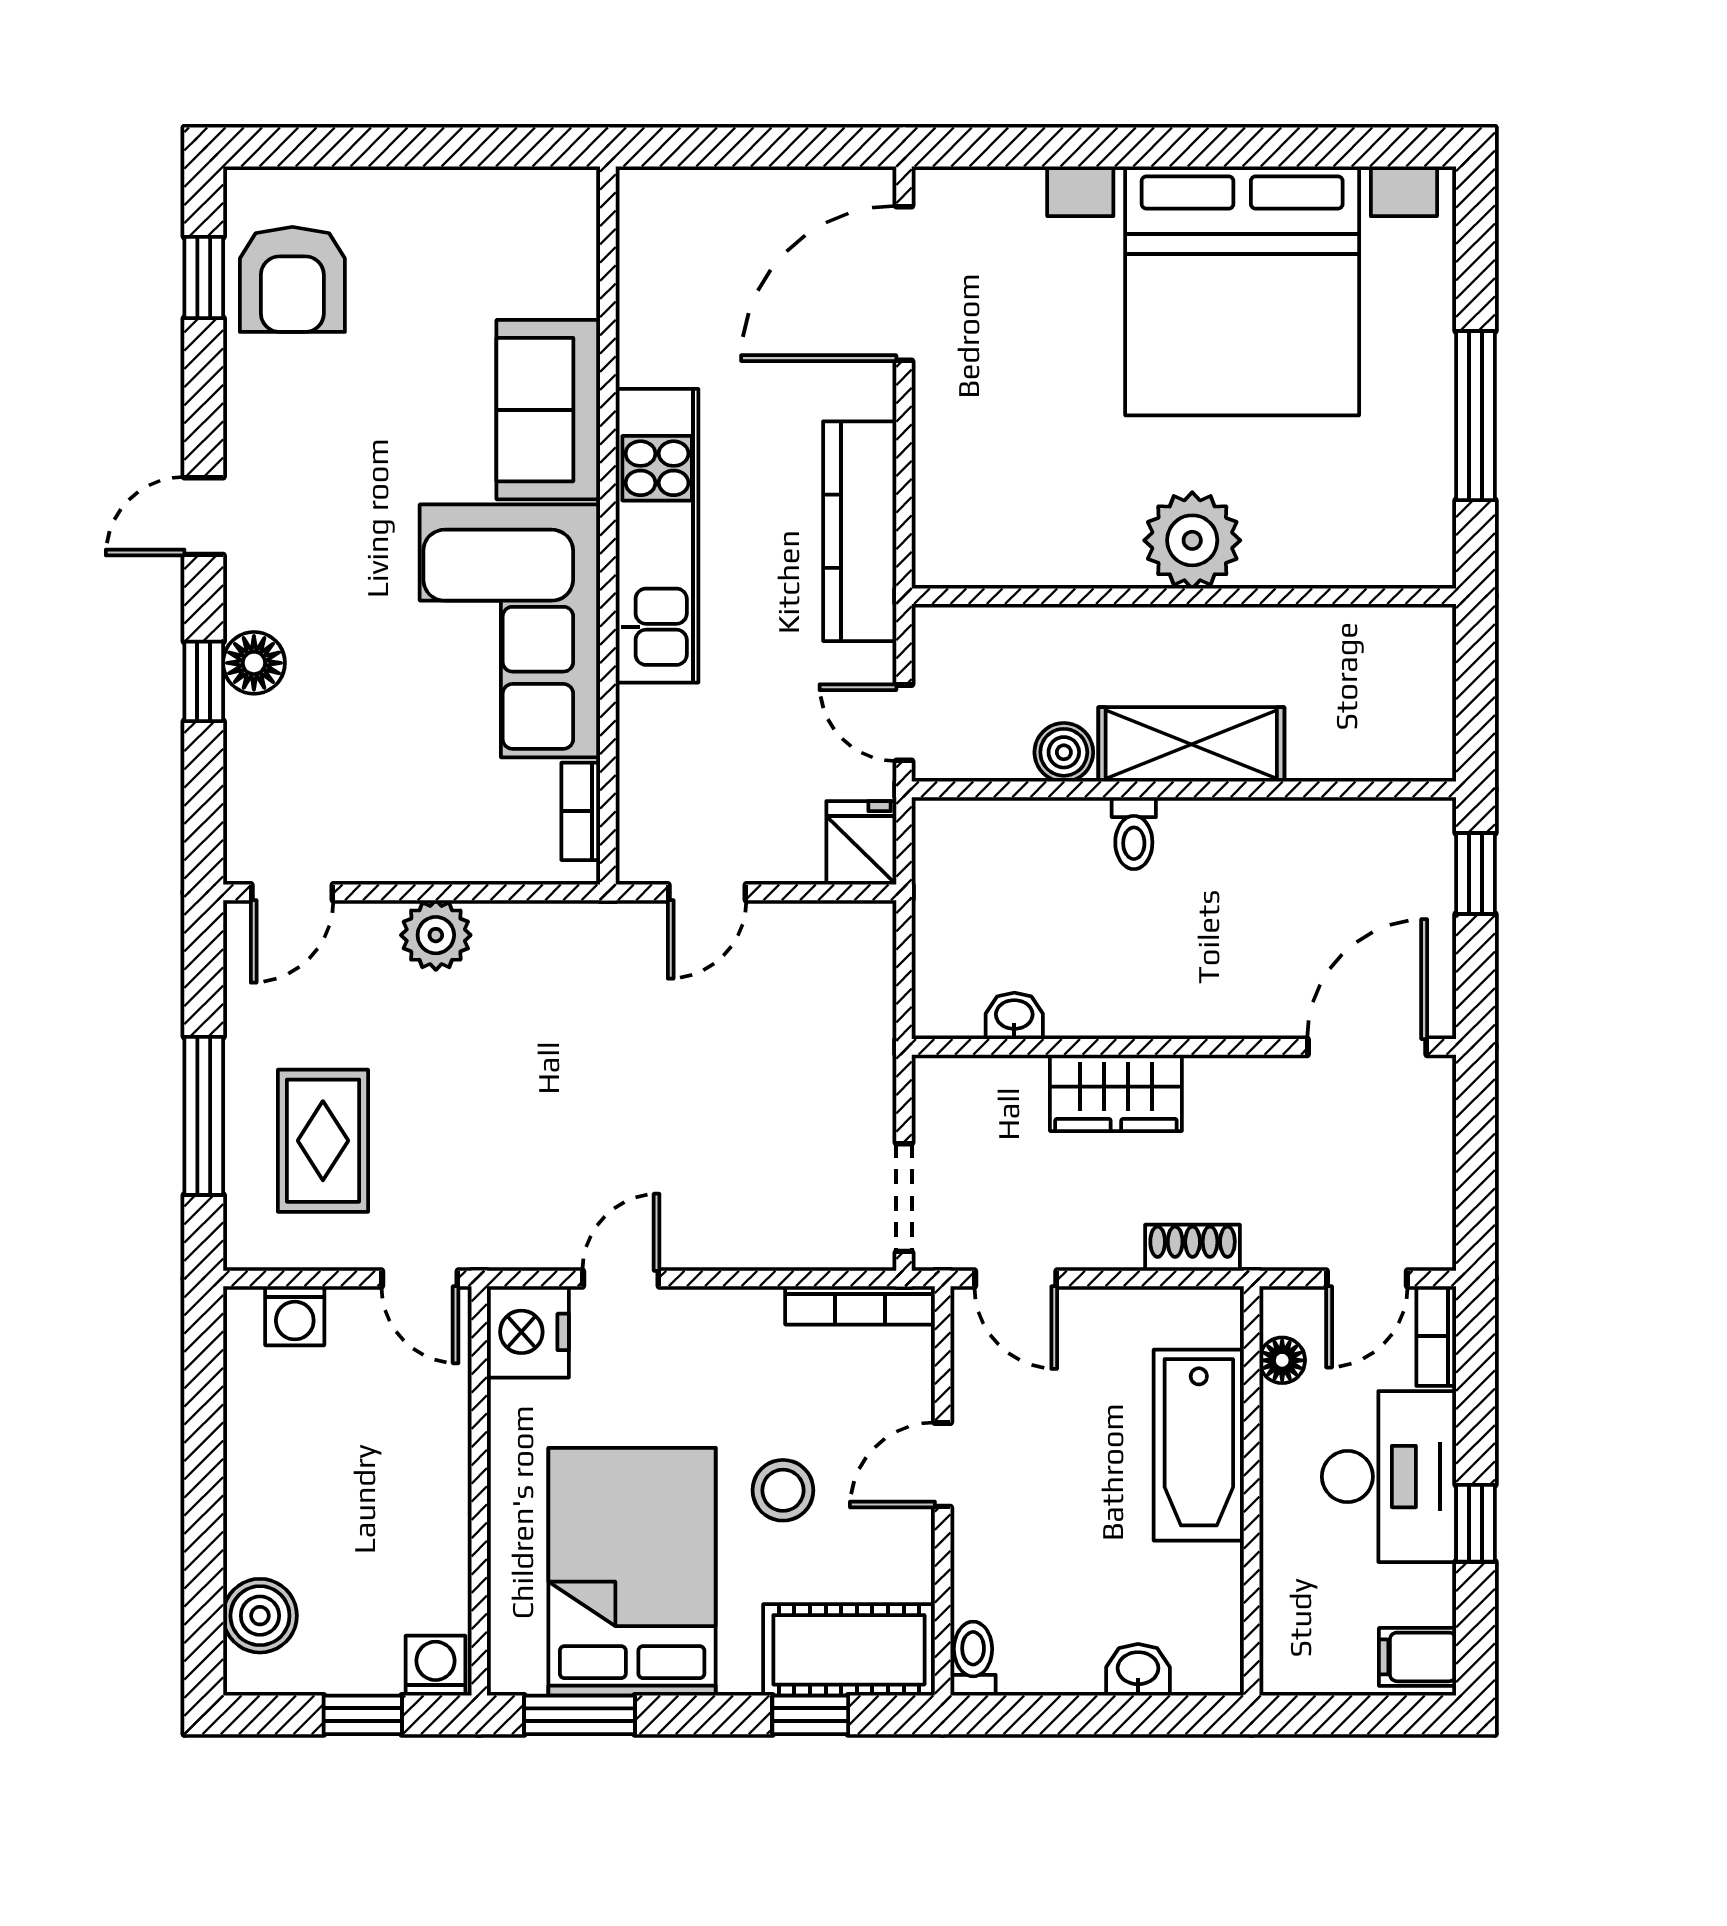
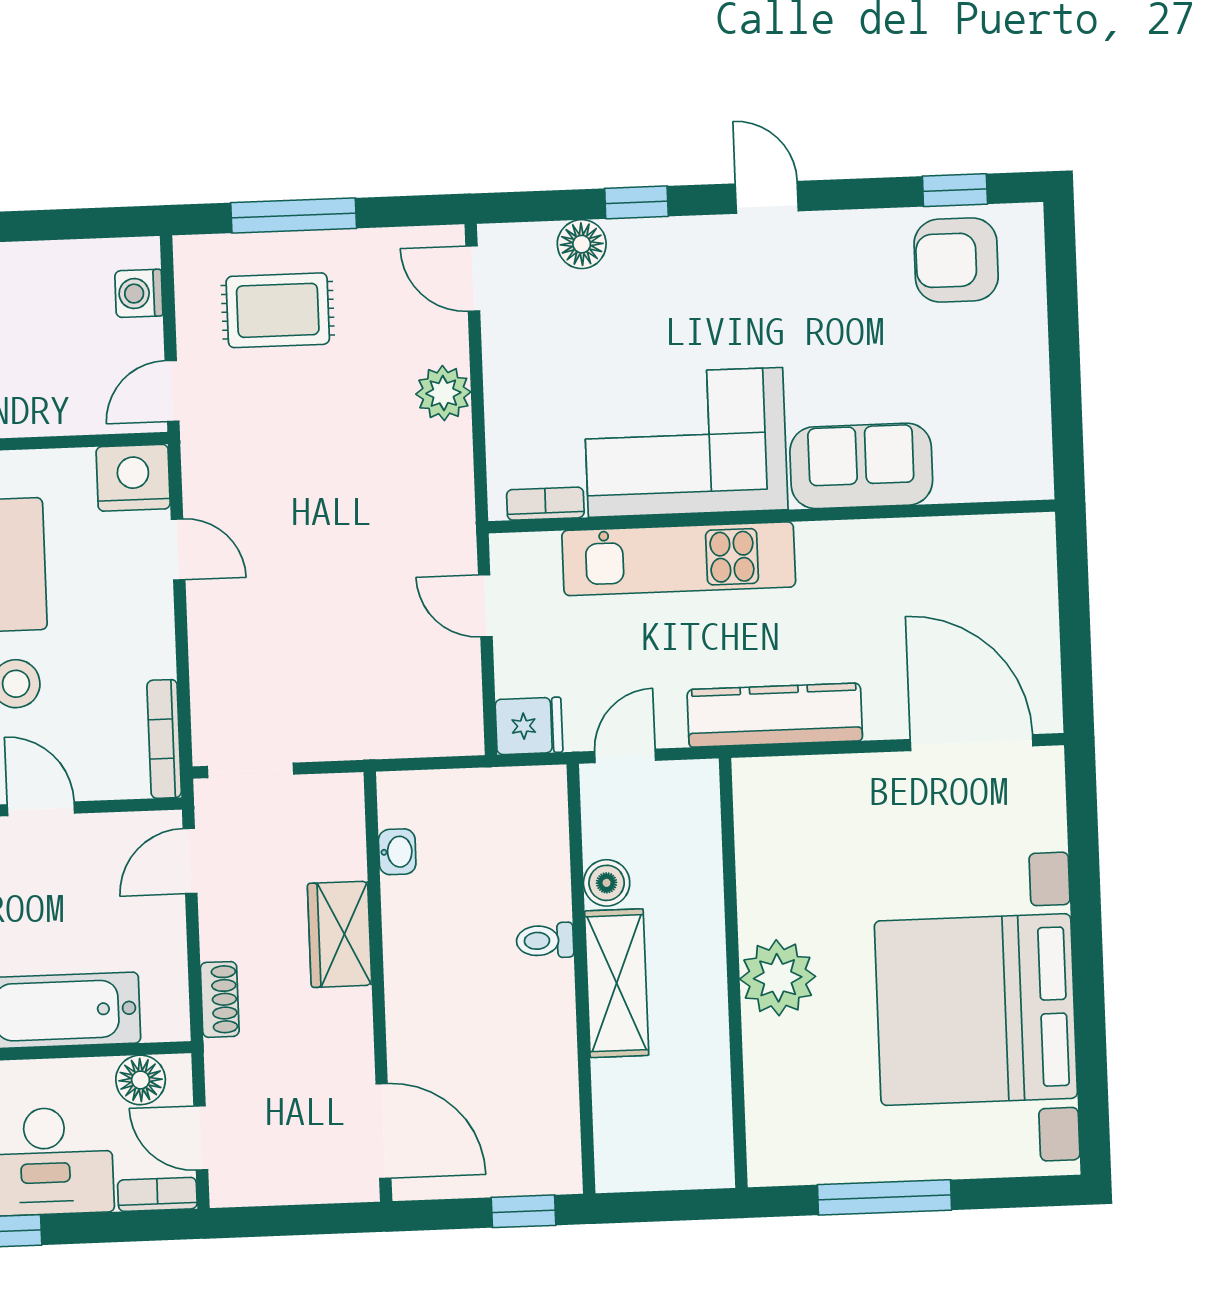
kitchen unit: (657, 536) -> (679, 559), moved
floor lamp: (254, 663) -> (582, 244), moved
floor lamp: (1282, 1360) -> (141, 1080), width x1.37, depth x1.37

